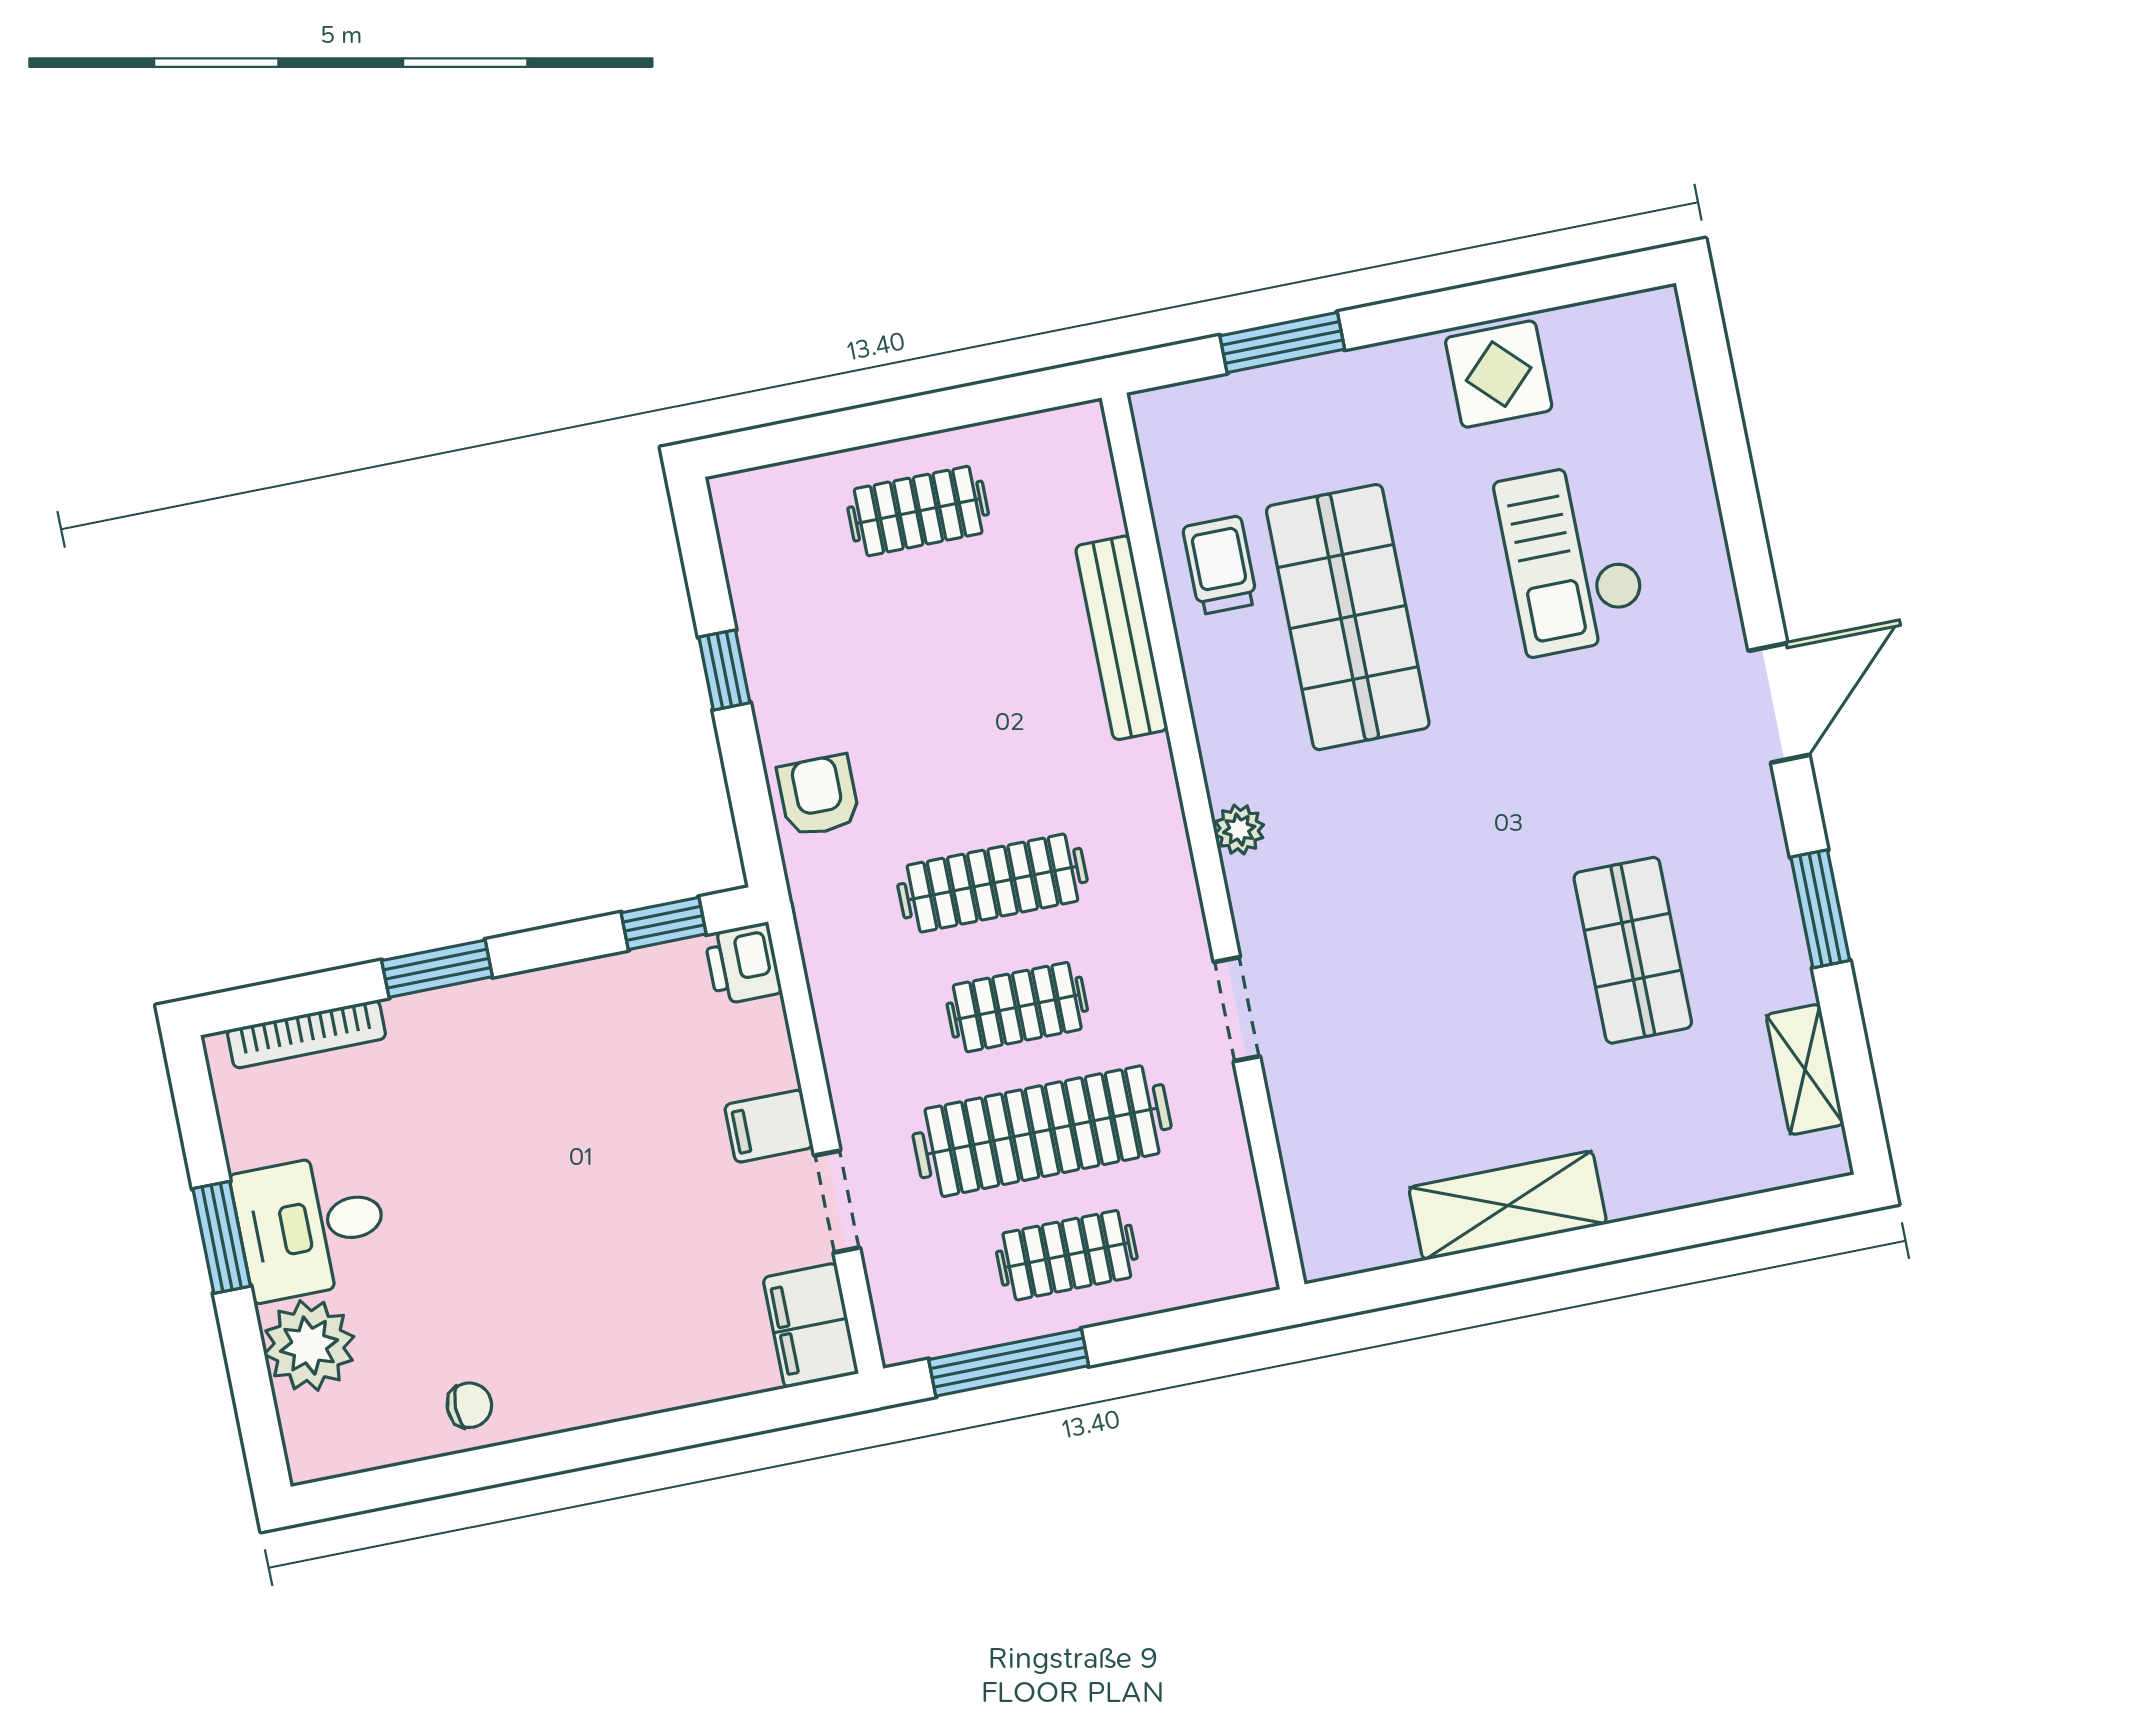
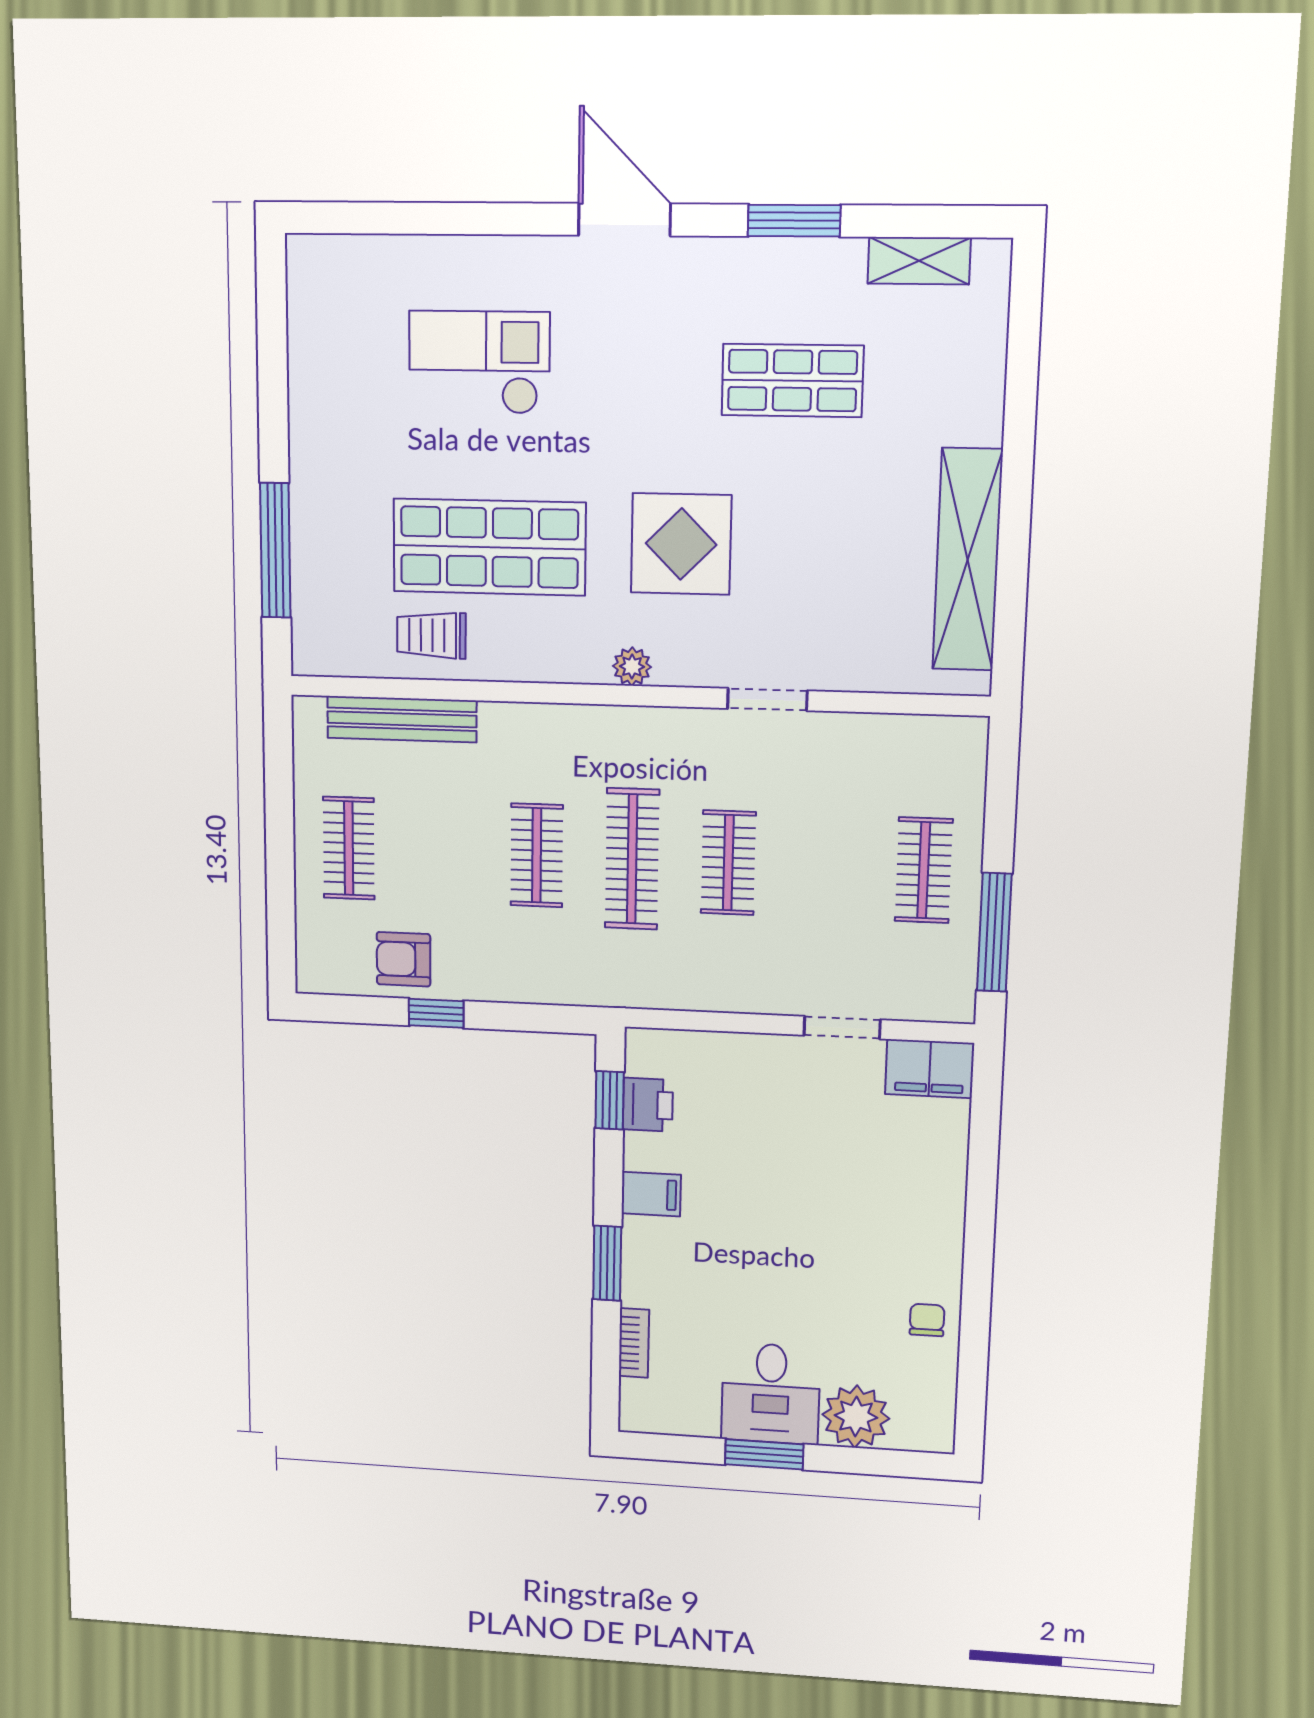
window: (1282, 342) -> (275, 550), width x1.44
display table: (1499, 374) -> (681, 544), moved, width x1.36, depth x1.36
checkout: (1572, 558) -> (479, 362), turned 180
bench: (1122, 638) -> (402, 719), moved
armchair: (819, 796) -> (404, 959), moved
printer: (743, 964) -> (648, 1105), moved, turned -90
bookcase: (306, 1034) -> (634, 1343), width x0.64
filing cabinet: (769, 1126) -> (651, 1194), moved, turned -90
clothes rail: (1042, 1131) -> (537, 855), moved, width x0.54, depth x0.76
shelving: (1508, 1206) -> (967, 560), width x1.47

